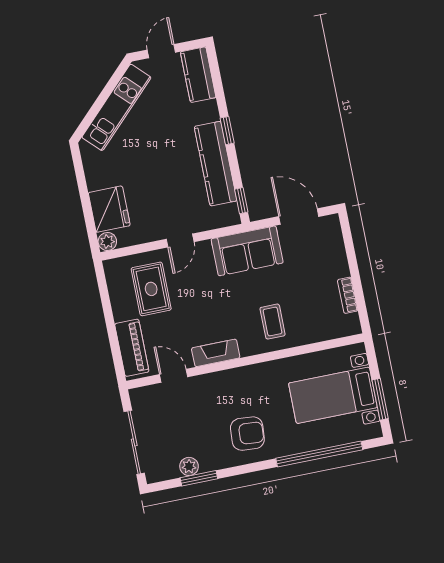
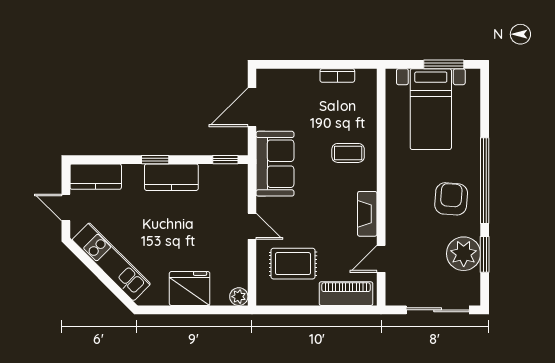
kitchen counter: (216, 164) -> (171, 177), width x0.67
fridge: (109, 209) -> (190, 288), moved
window: (319, 454) -> (485, 181), moved
plant: (189, 466) -> (464, 254), width x1.88, depth x1.88

